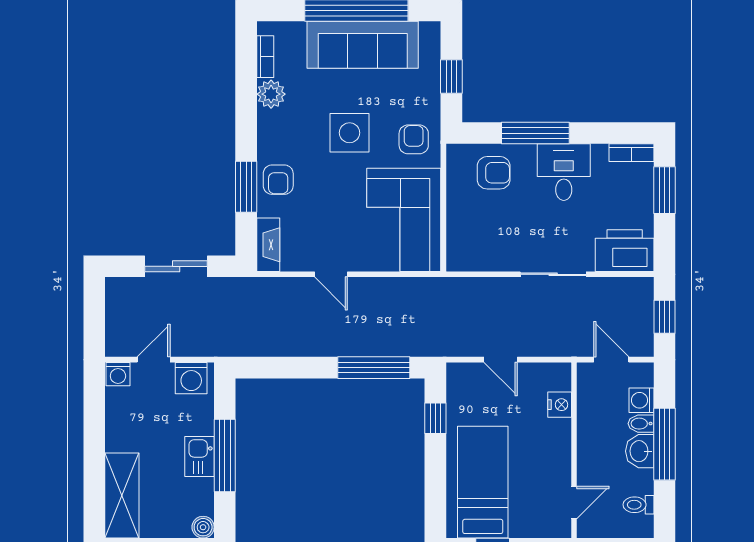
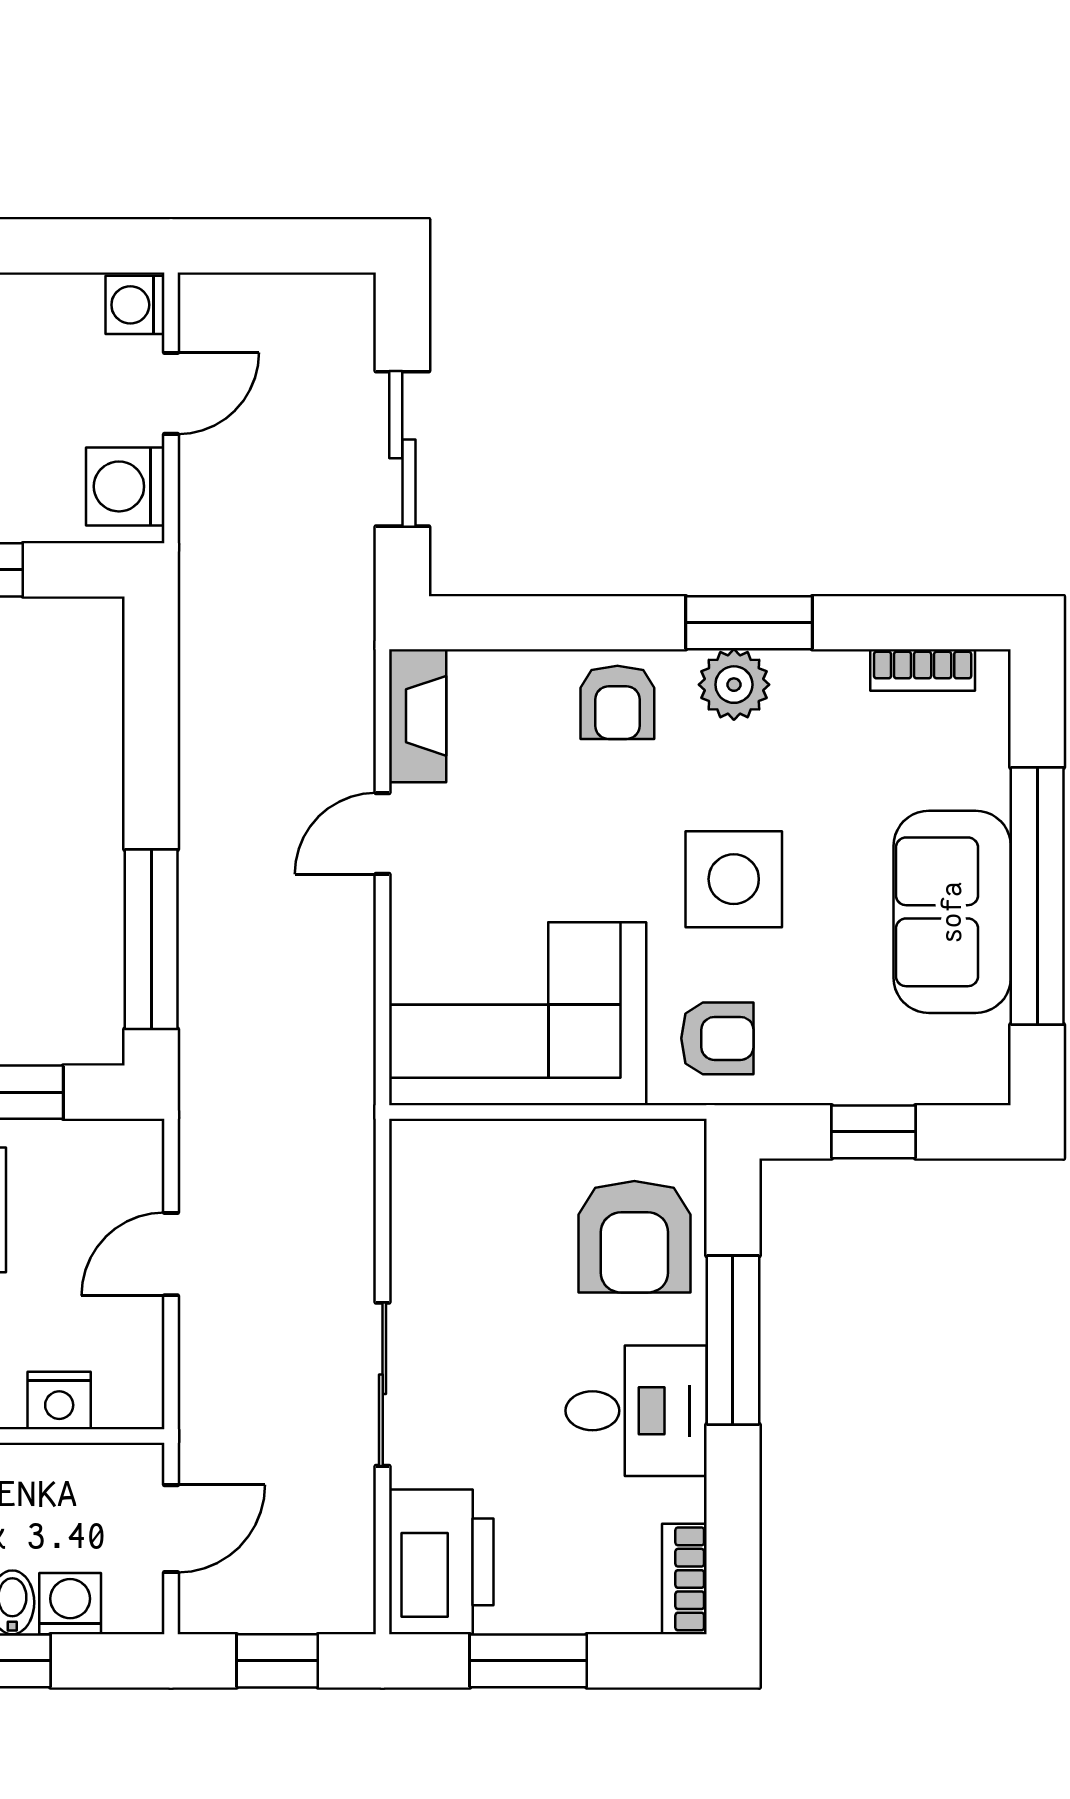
sofa: (363, 45) -> (952, 912), width x0.73
plant: (271, 94) -> (734, 685), moved
armchair: (494, 173) -> (634, 1237), width x1.38, depth x1.38
armchair: (278, 180) -> (617, 702), turned -90
window: (246, 187) -> (749, 623), moved
window: (665, 190) -> (528, 1661), moved
fireplace: (268, 245) -> (418, 716), moved, turned -90
door: (154, 360) -> (171, 393), hinge flipped

